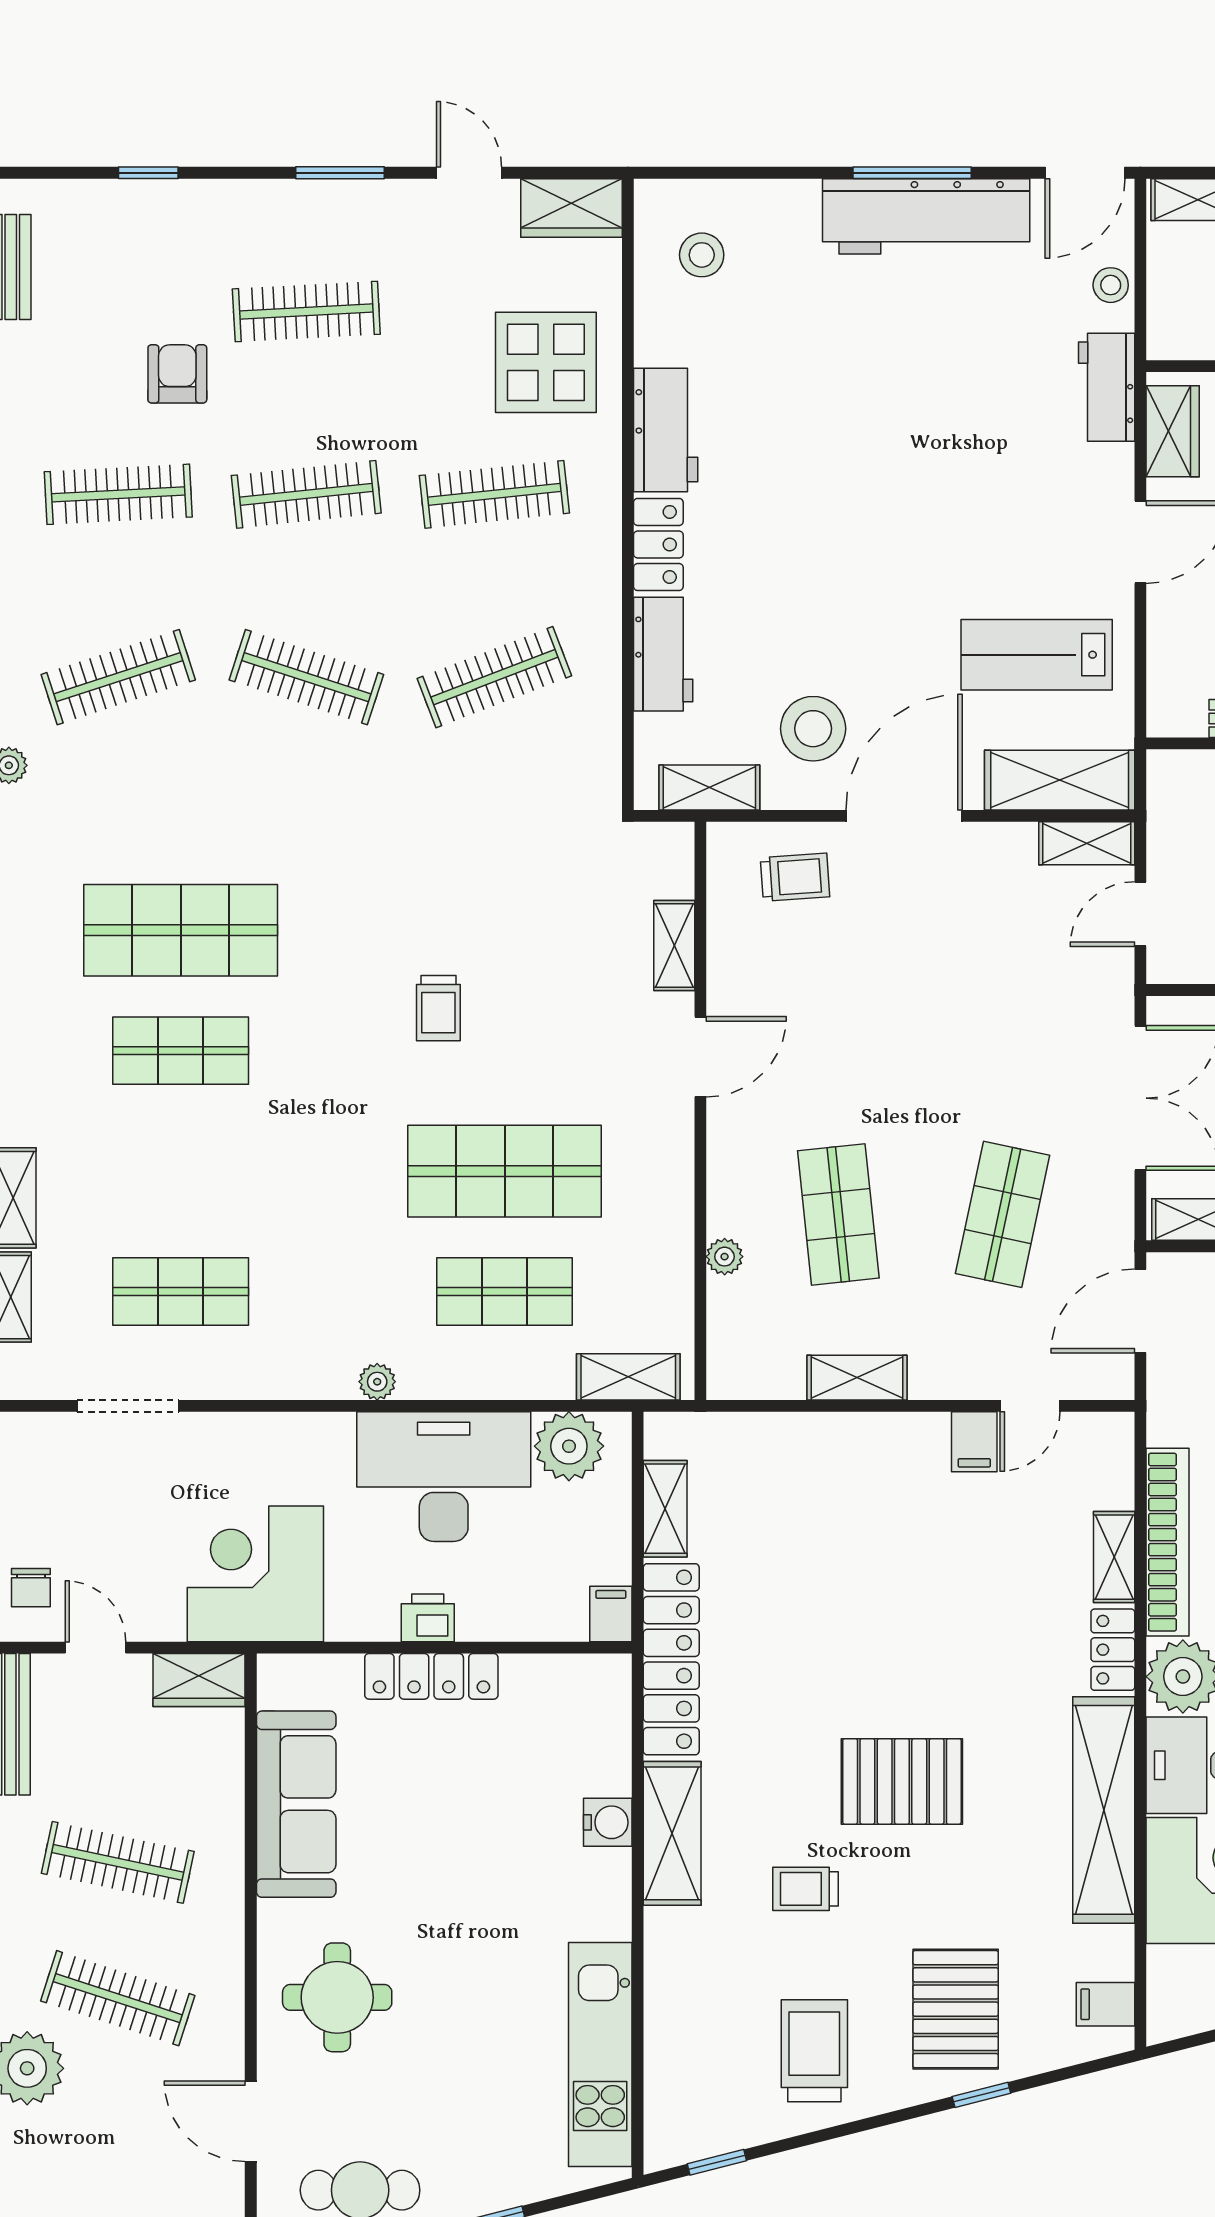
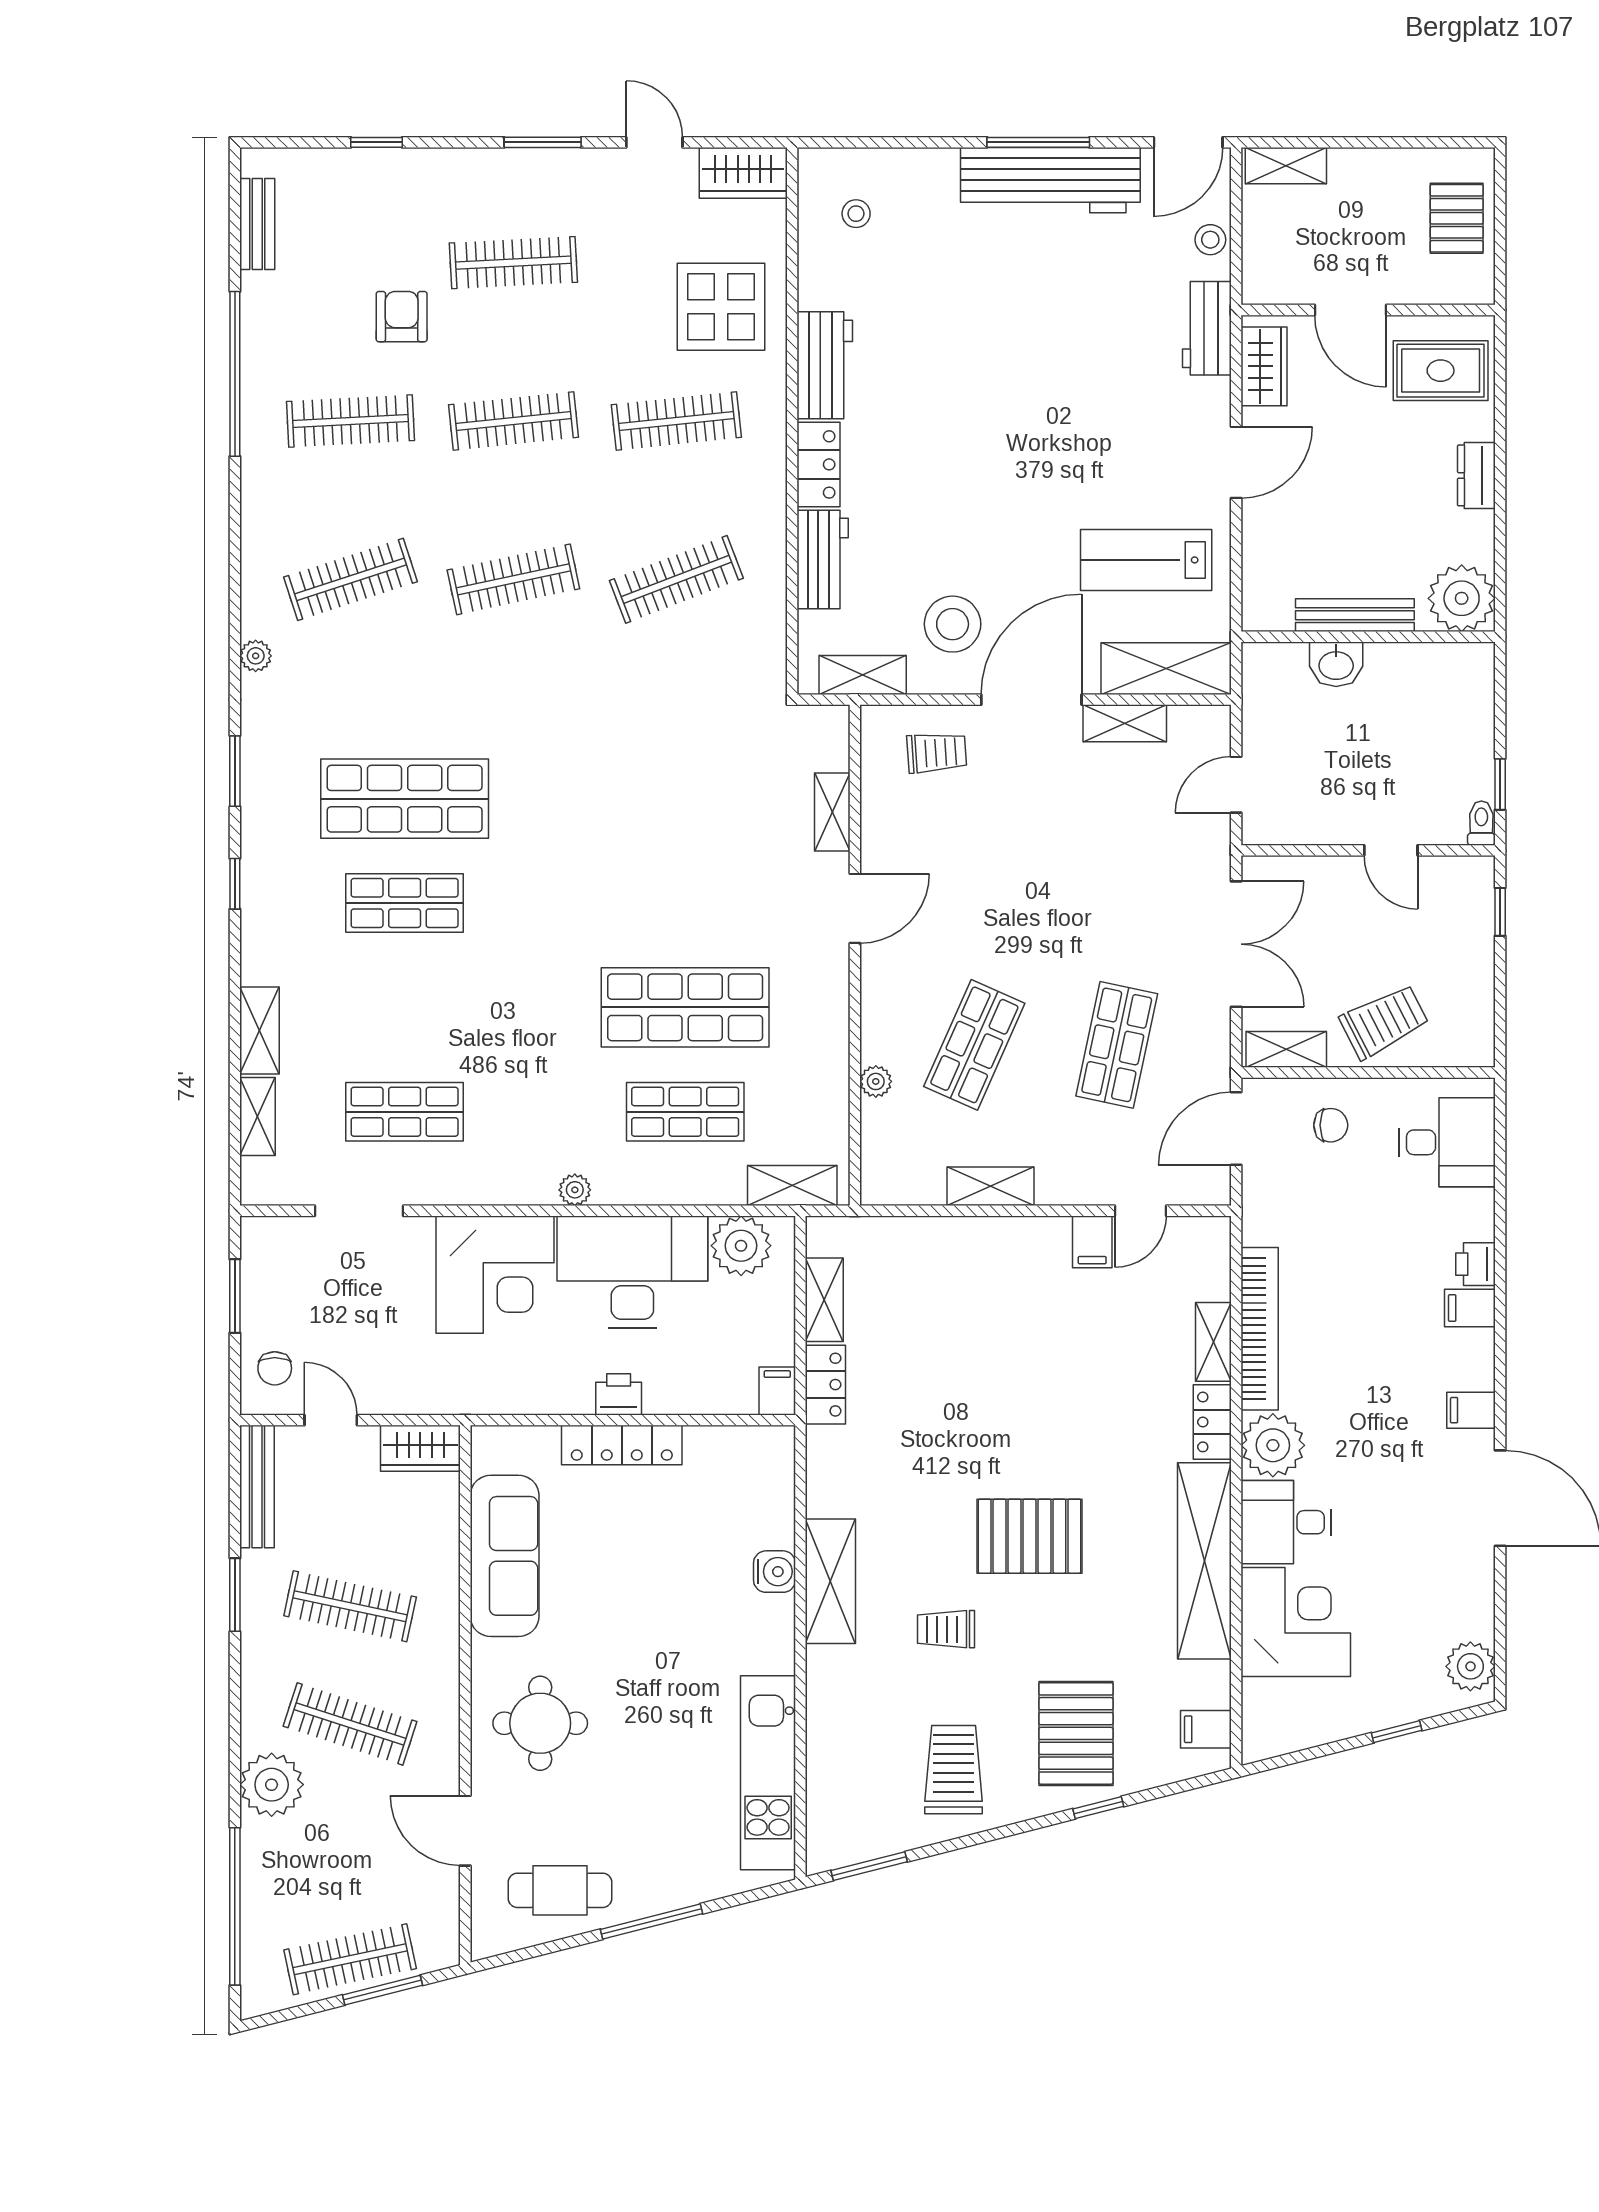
stool: (702, 255) -> (856, 214), width x0.73, depth x0.73
clothes rail: (306, 677) -> (513, 579), turned -30
shelving: (1087, 843) -> (1125, 723), moved
trolley: (438, 1008) -> (628, 866), removed
shop shelf: (838, 1214) -> (974, 1045), turned 30
corner desk: (255, 1574) -> (495, 1275), moved, turned 180
locker: (671, 1659) -> (825, 1385), width x0.46, depth x0.83
window: (717, 2162) -> (869, 1866), width x1.50

